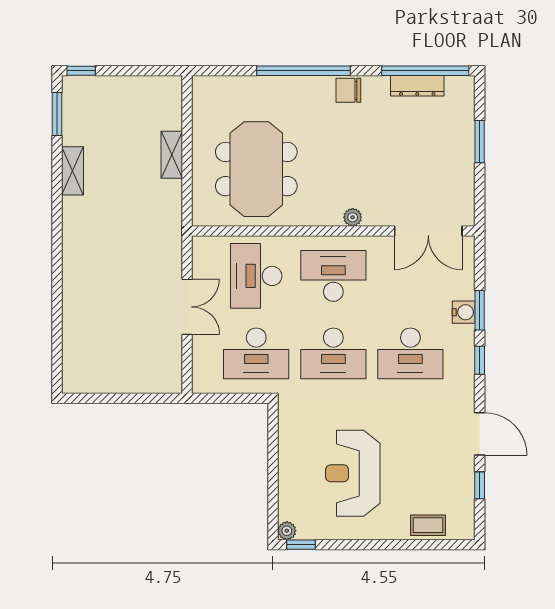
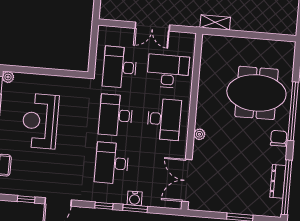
shelving: (172, 155) -> (215, 22), moved
meeting table: (256, 169) -> (256, 93), moved
reception desk: (353, 473) -> (40, 121), turned -90

